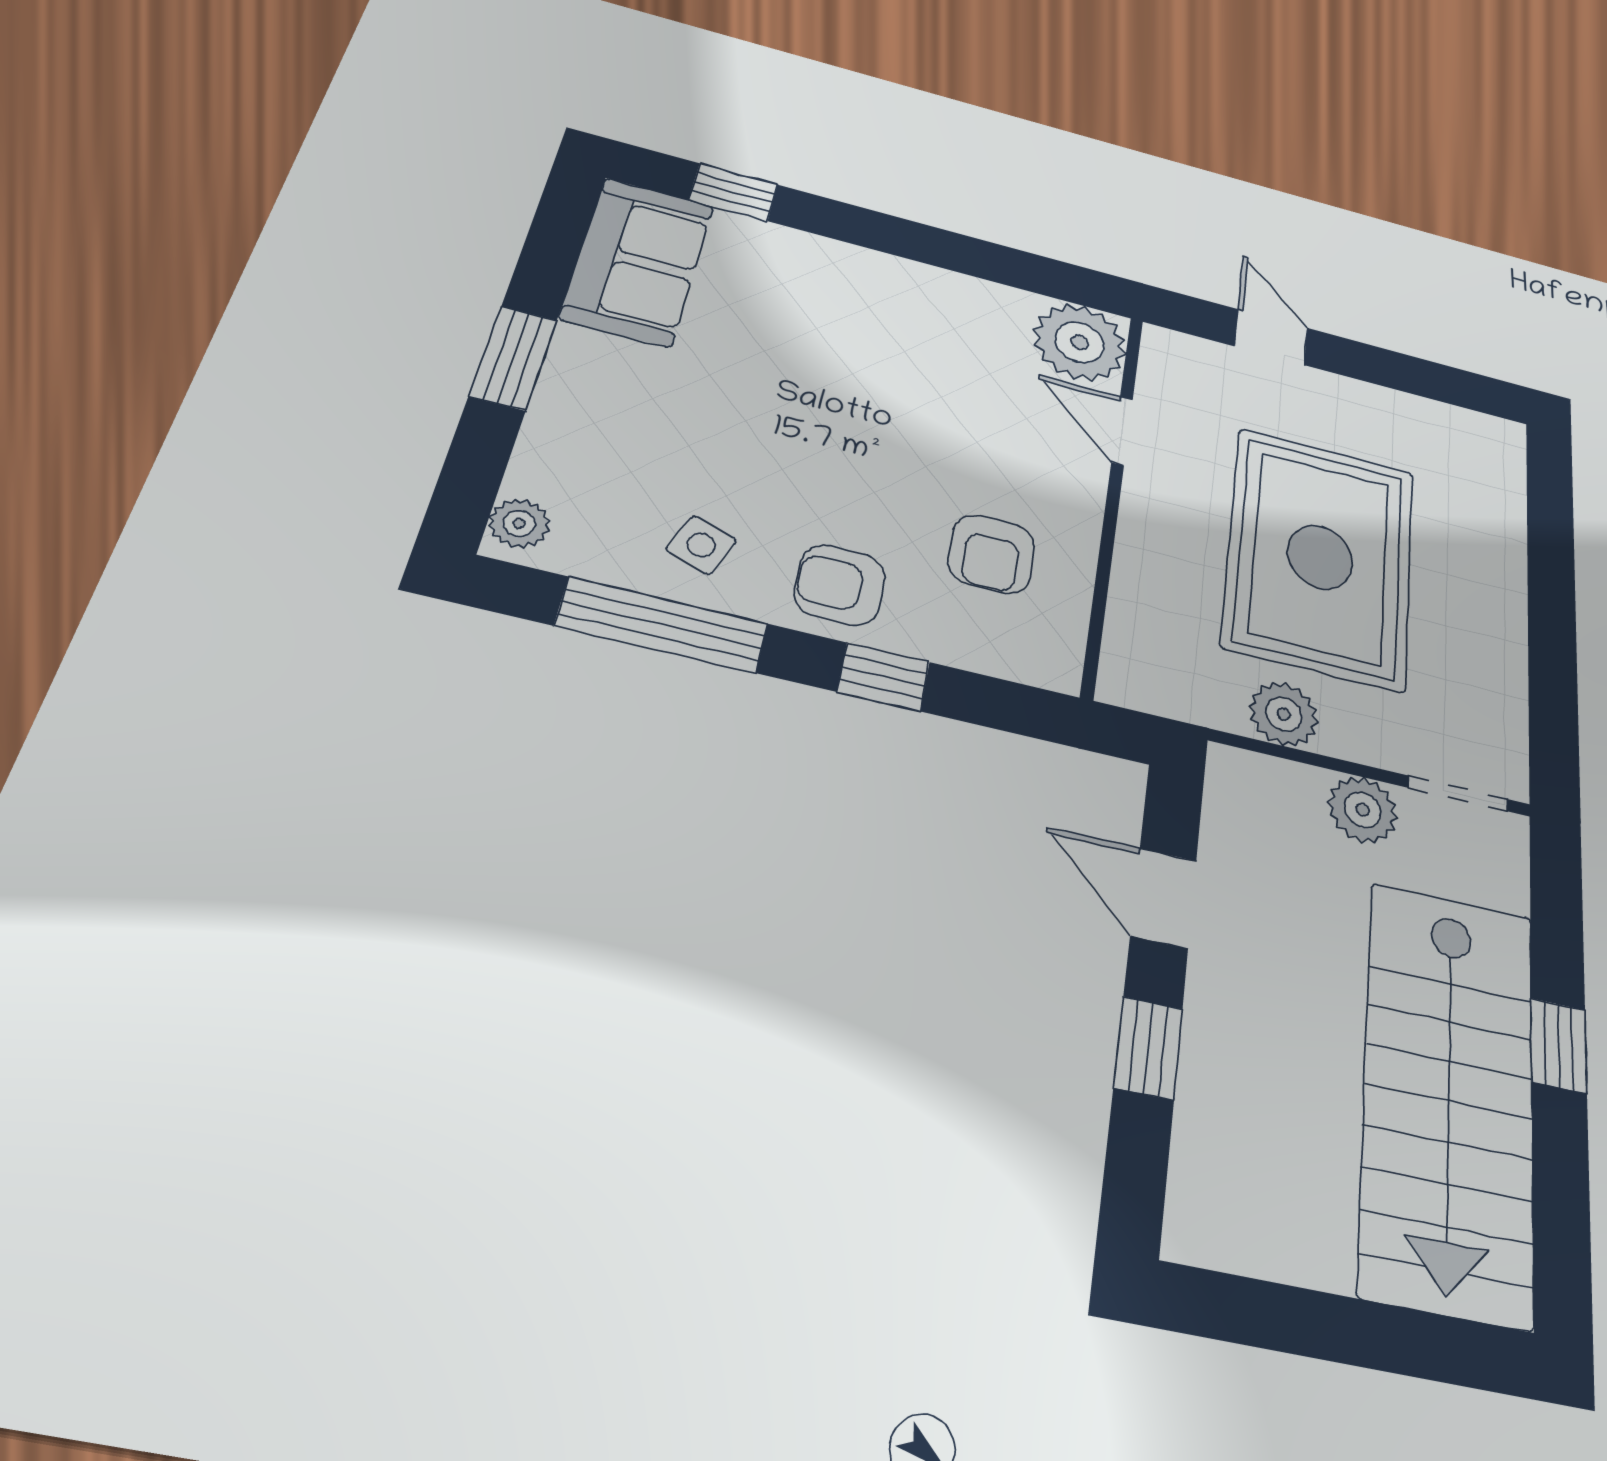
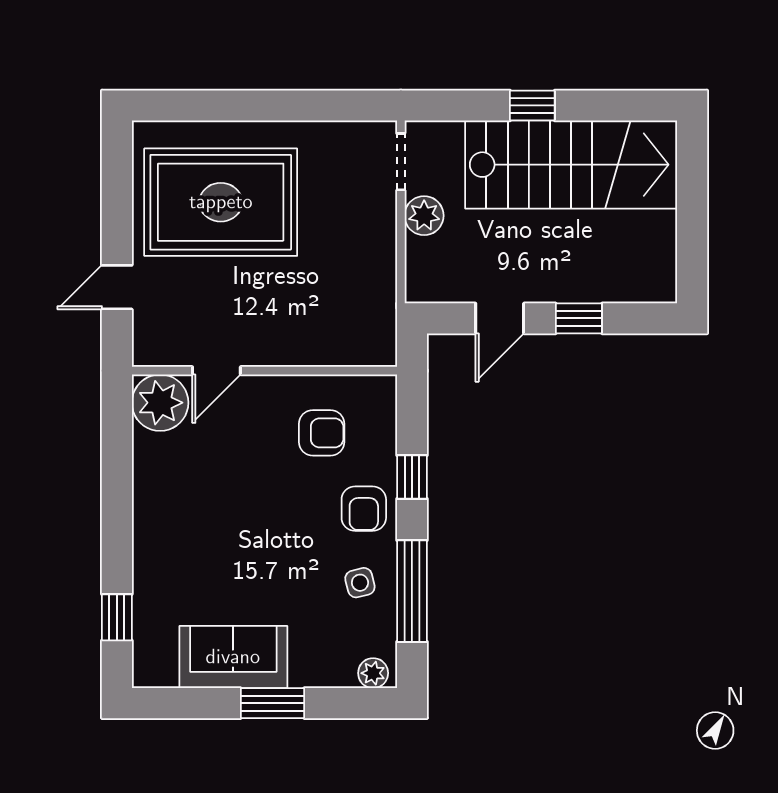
sofa: (638, 261) -> (233, 657), moved
side table: (701, 545) -> (360, 583), turned -34
rug: (1320, 557) -> (221, 202), moved
plant: (1284, 714) -> (377, 263), removed

